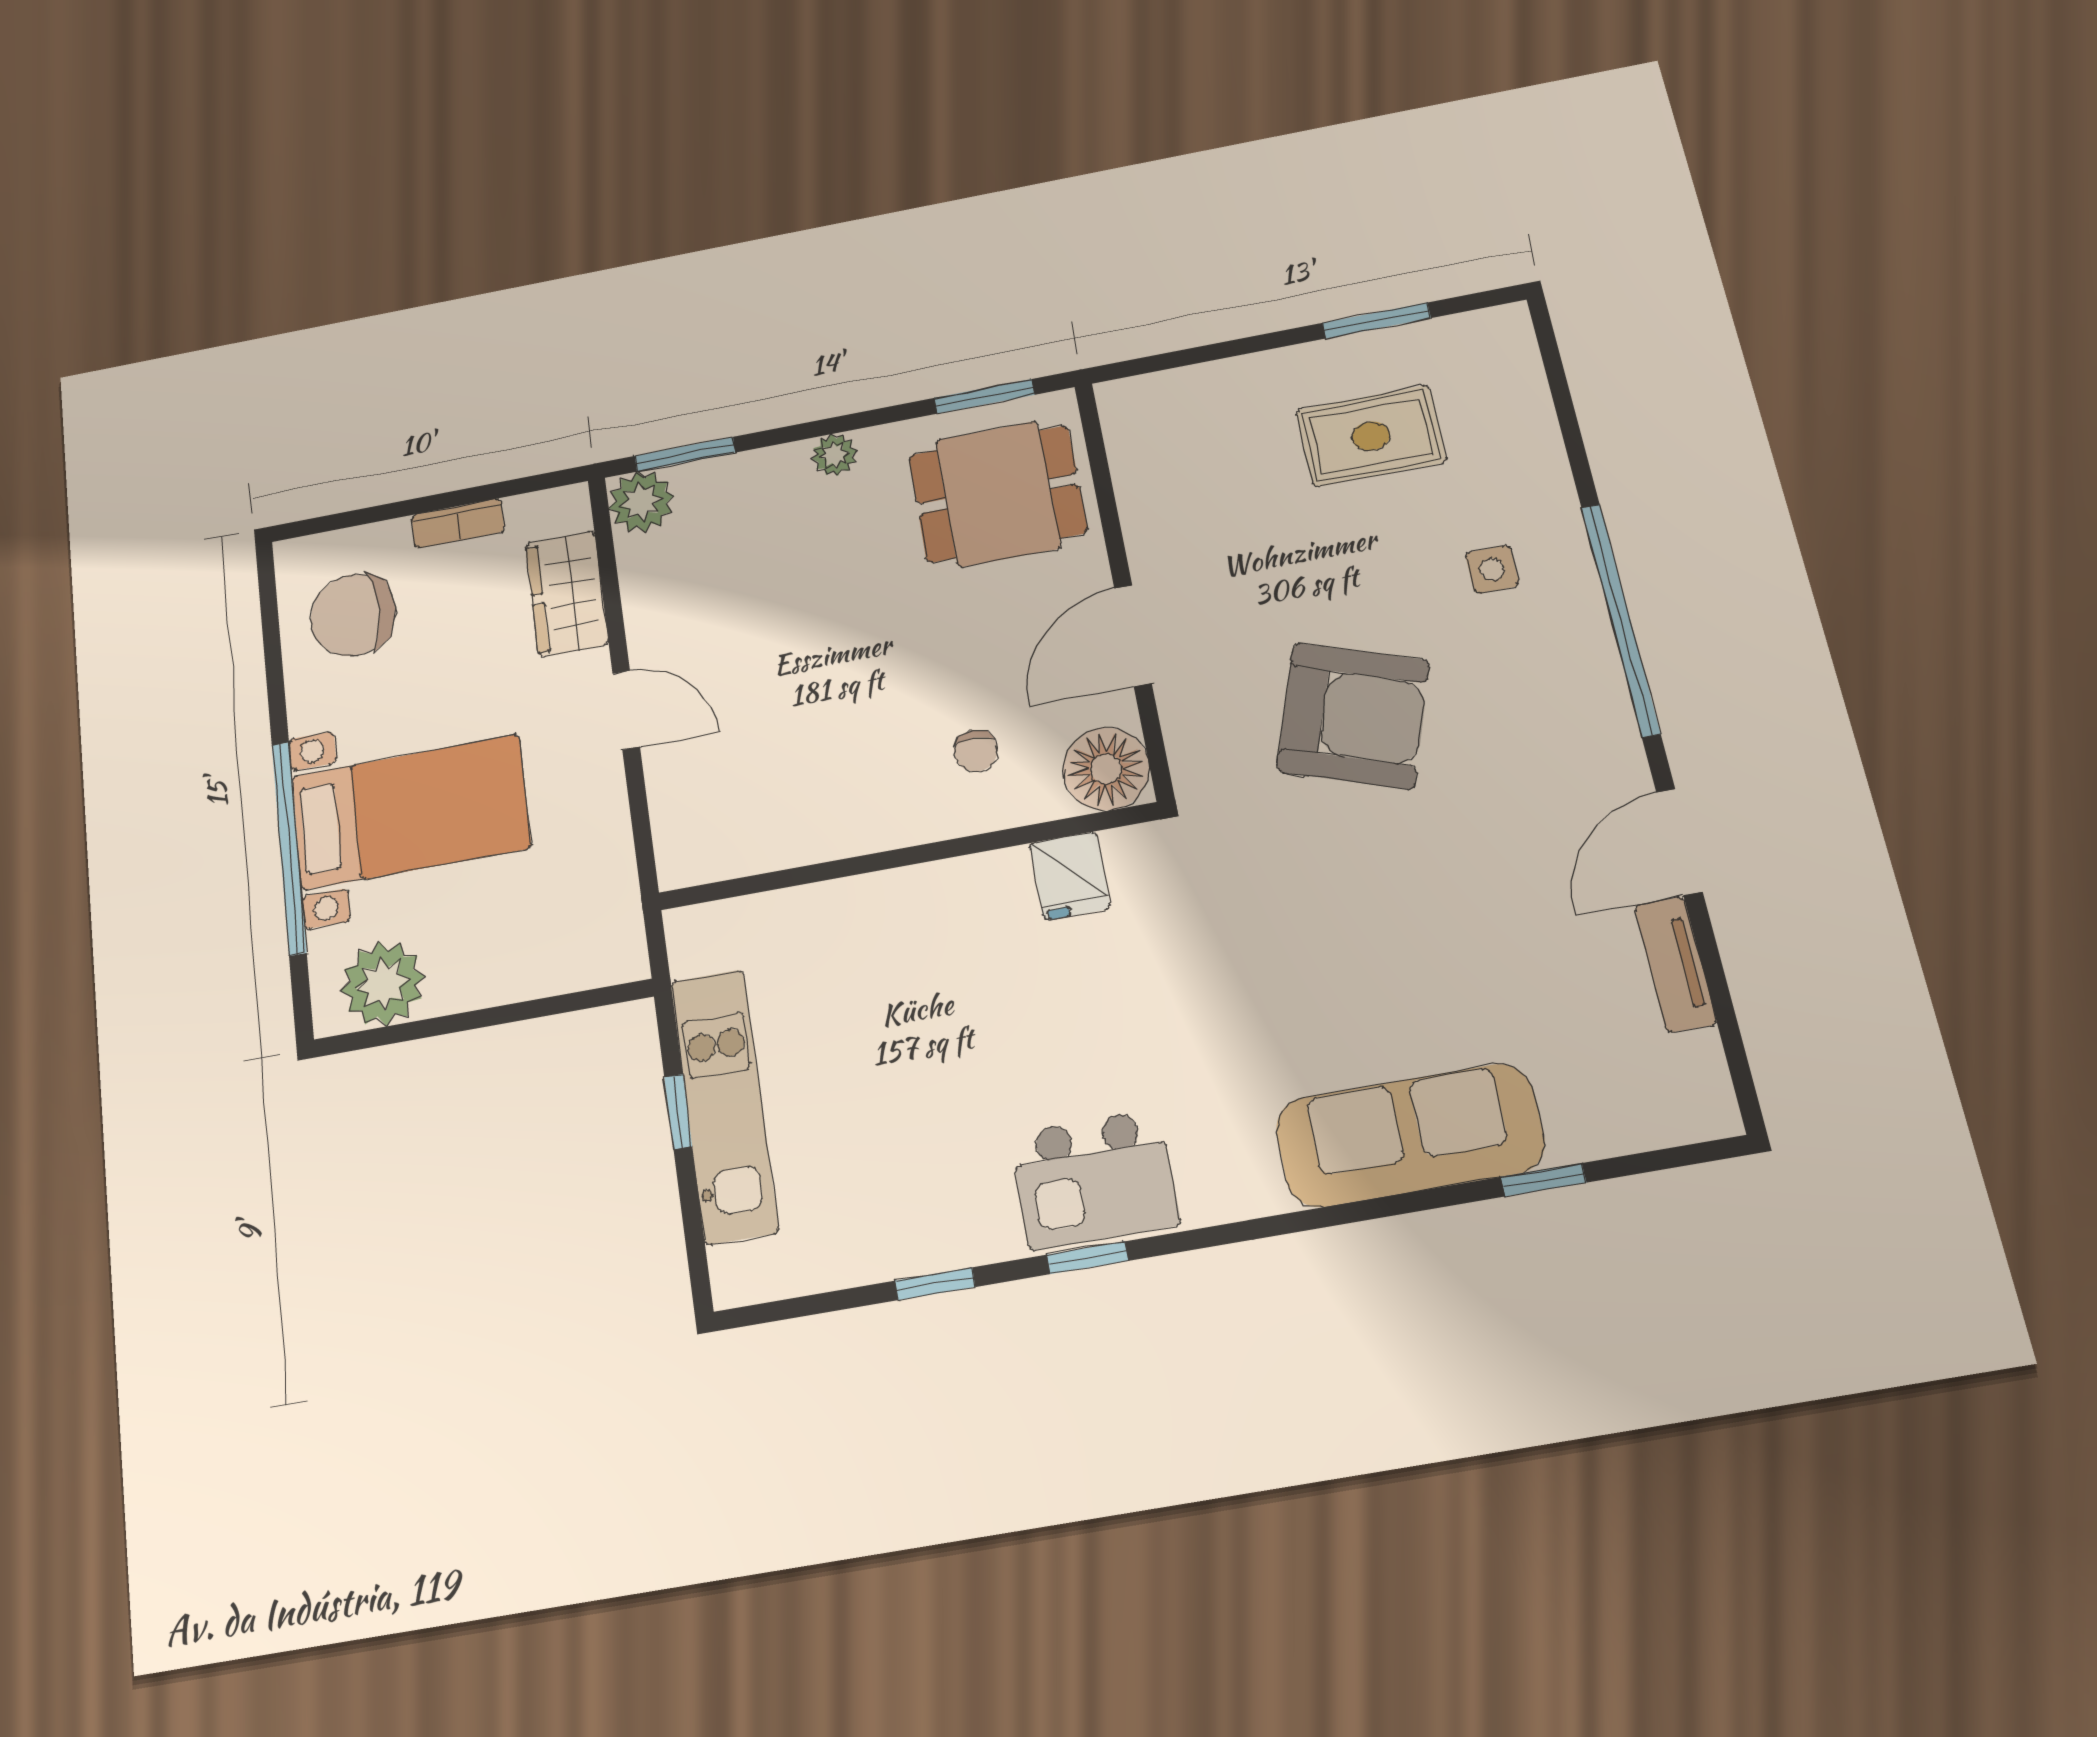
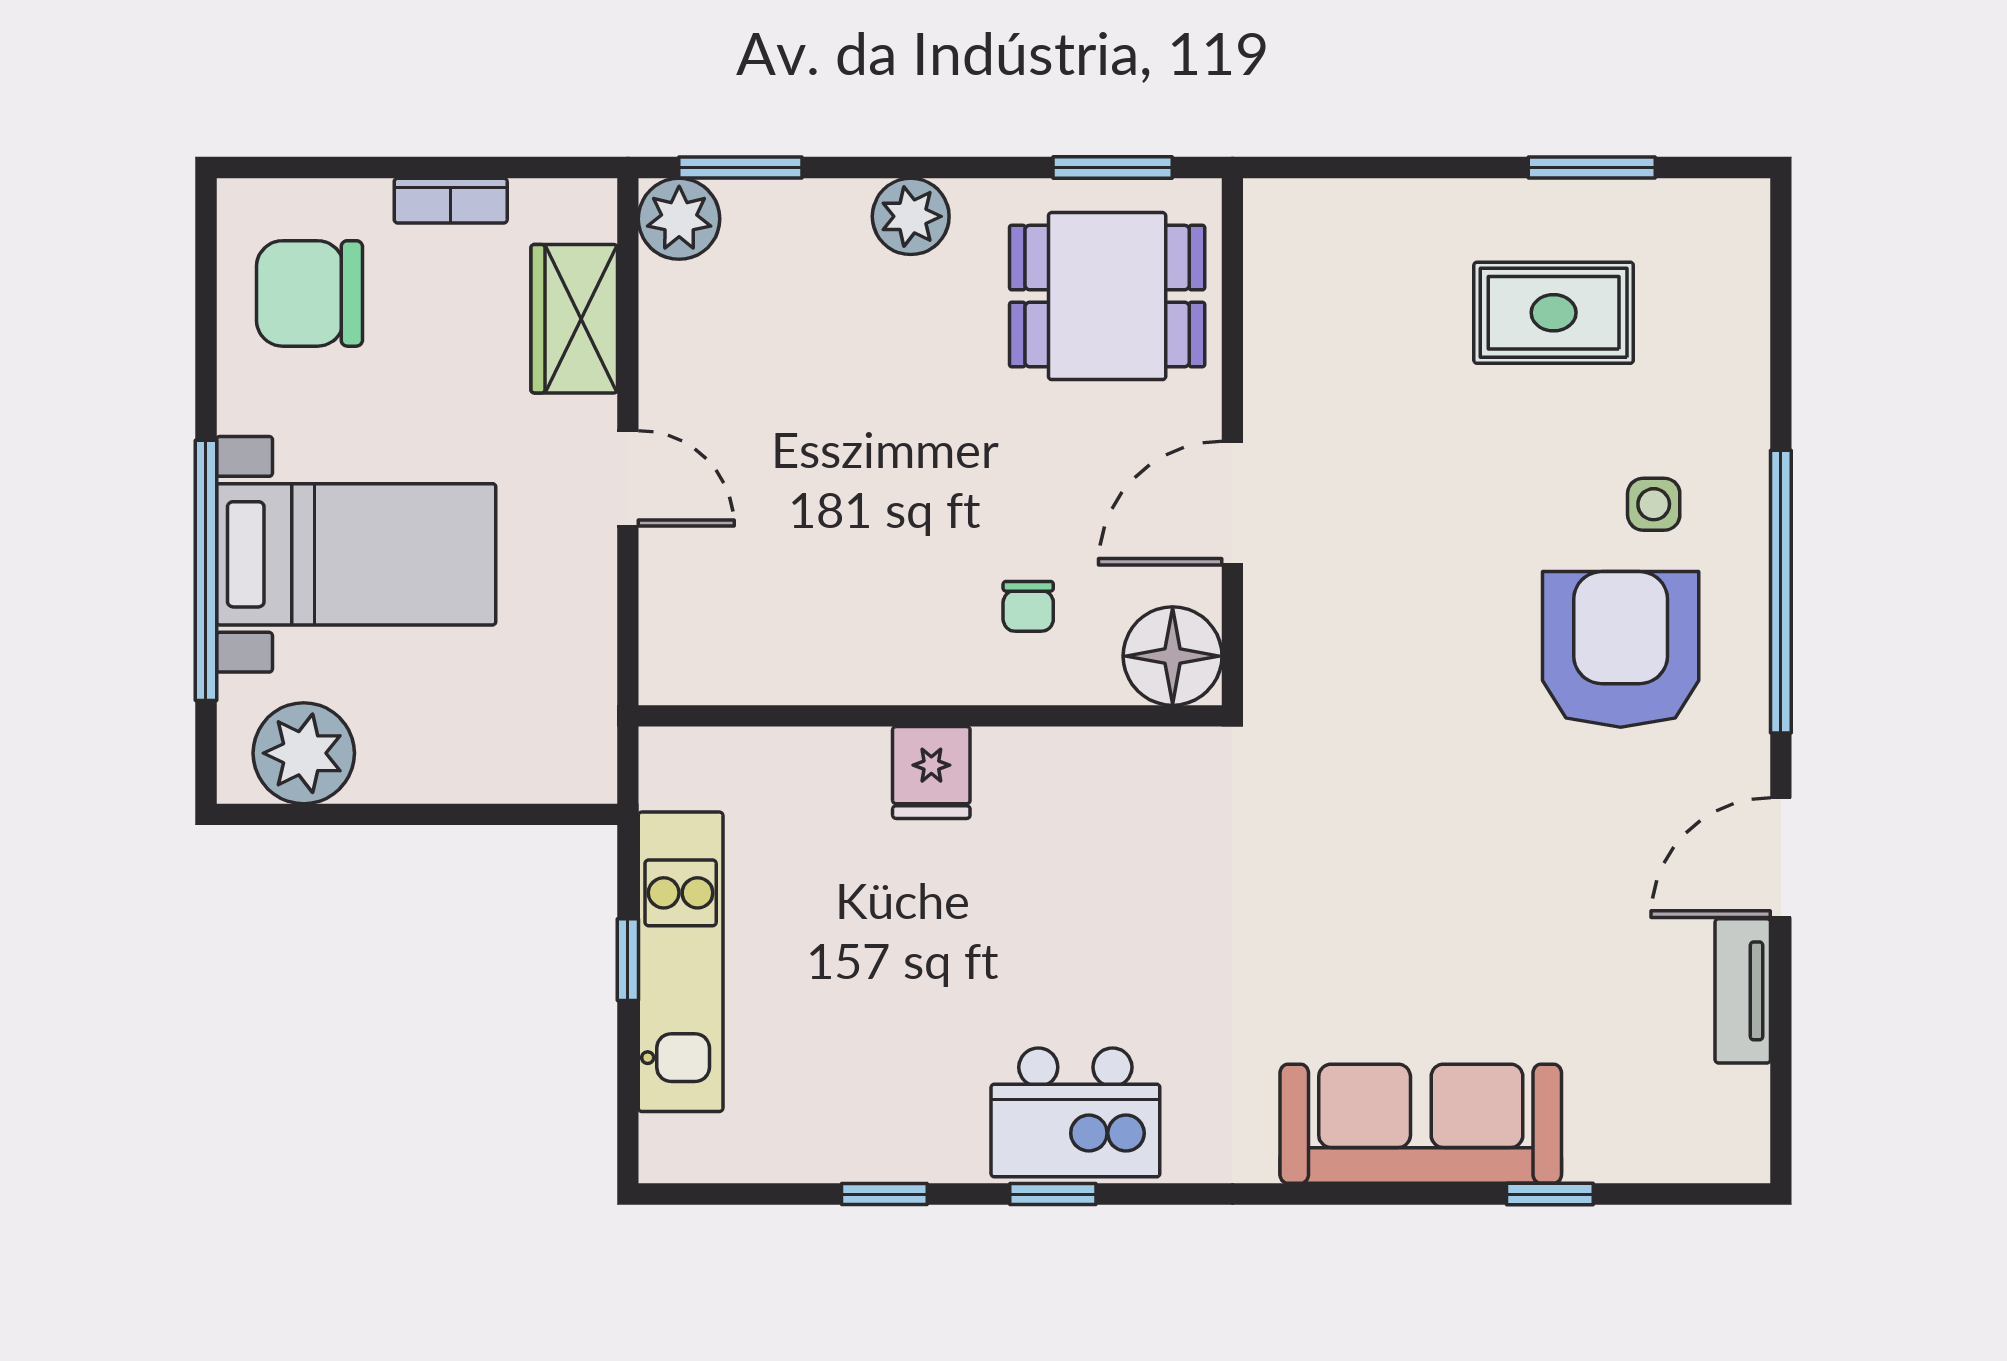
plant: (834, 455) -> (911, 216), width x1.38, depth x1.38
armchair: (1353, 716) -> (1621, 649), moved, turned -109
fridge: (1070, 876) -> (931, 773), moved

